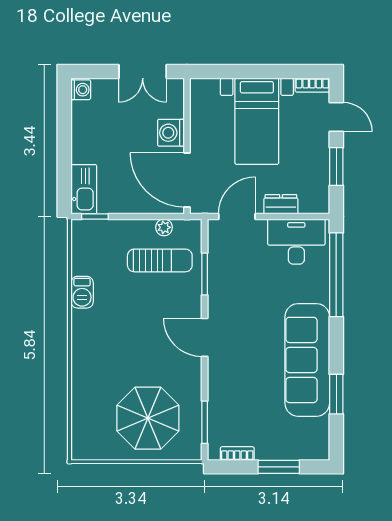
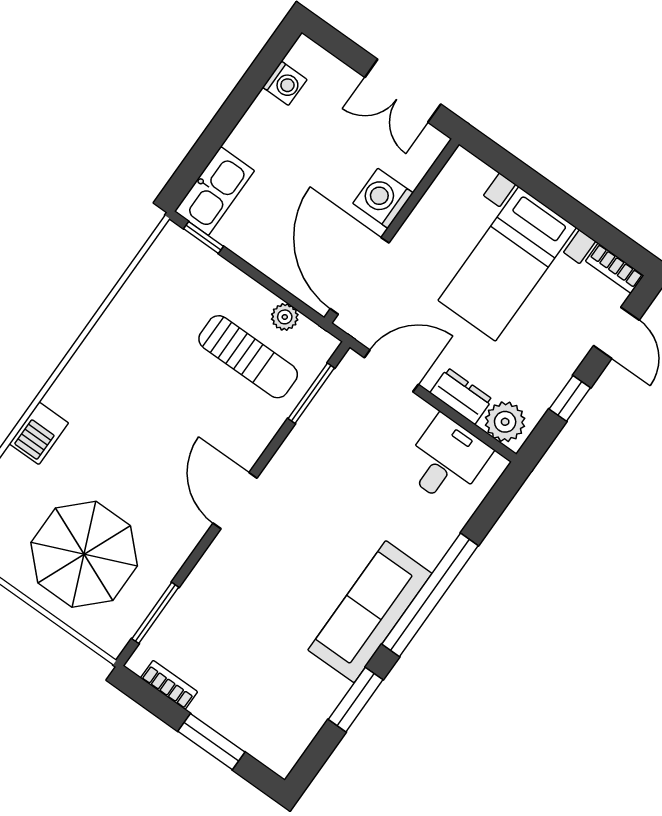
washing machine: (81, 90) -> (285, 83), moved
window: (336, 167) -> (570, 398), width x0.67
plant: (312, 201) -> (505, 422), added
desk: (296, 242) -> (446, 460), width x0.73
window: (205, 274) -> (311, 393), moved
window: (336, 275) -> (430, 595), moved
barbecue: (82, 292) -> (39, 433), moved
sofa: (307, 360) -> (370, 612), width x0.74, depth x0.79

